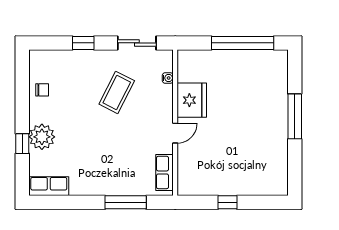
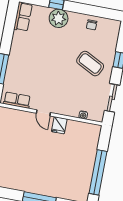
coffee table: (117, 92) -> (90, 64), moved
fridge: (192, 100) -> (59, 125), width x0.53, depth x0.75

